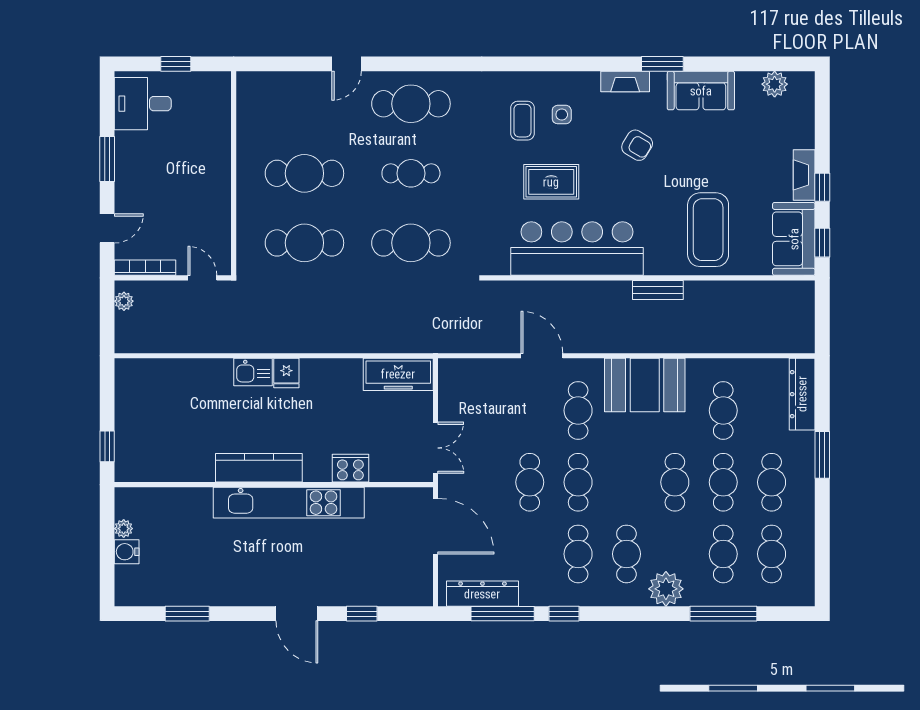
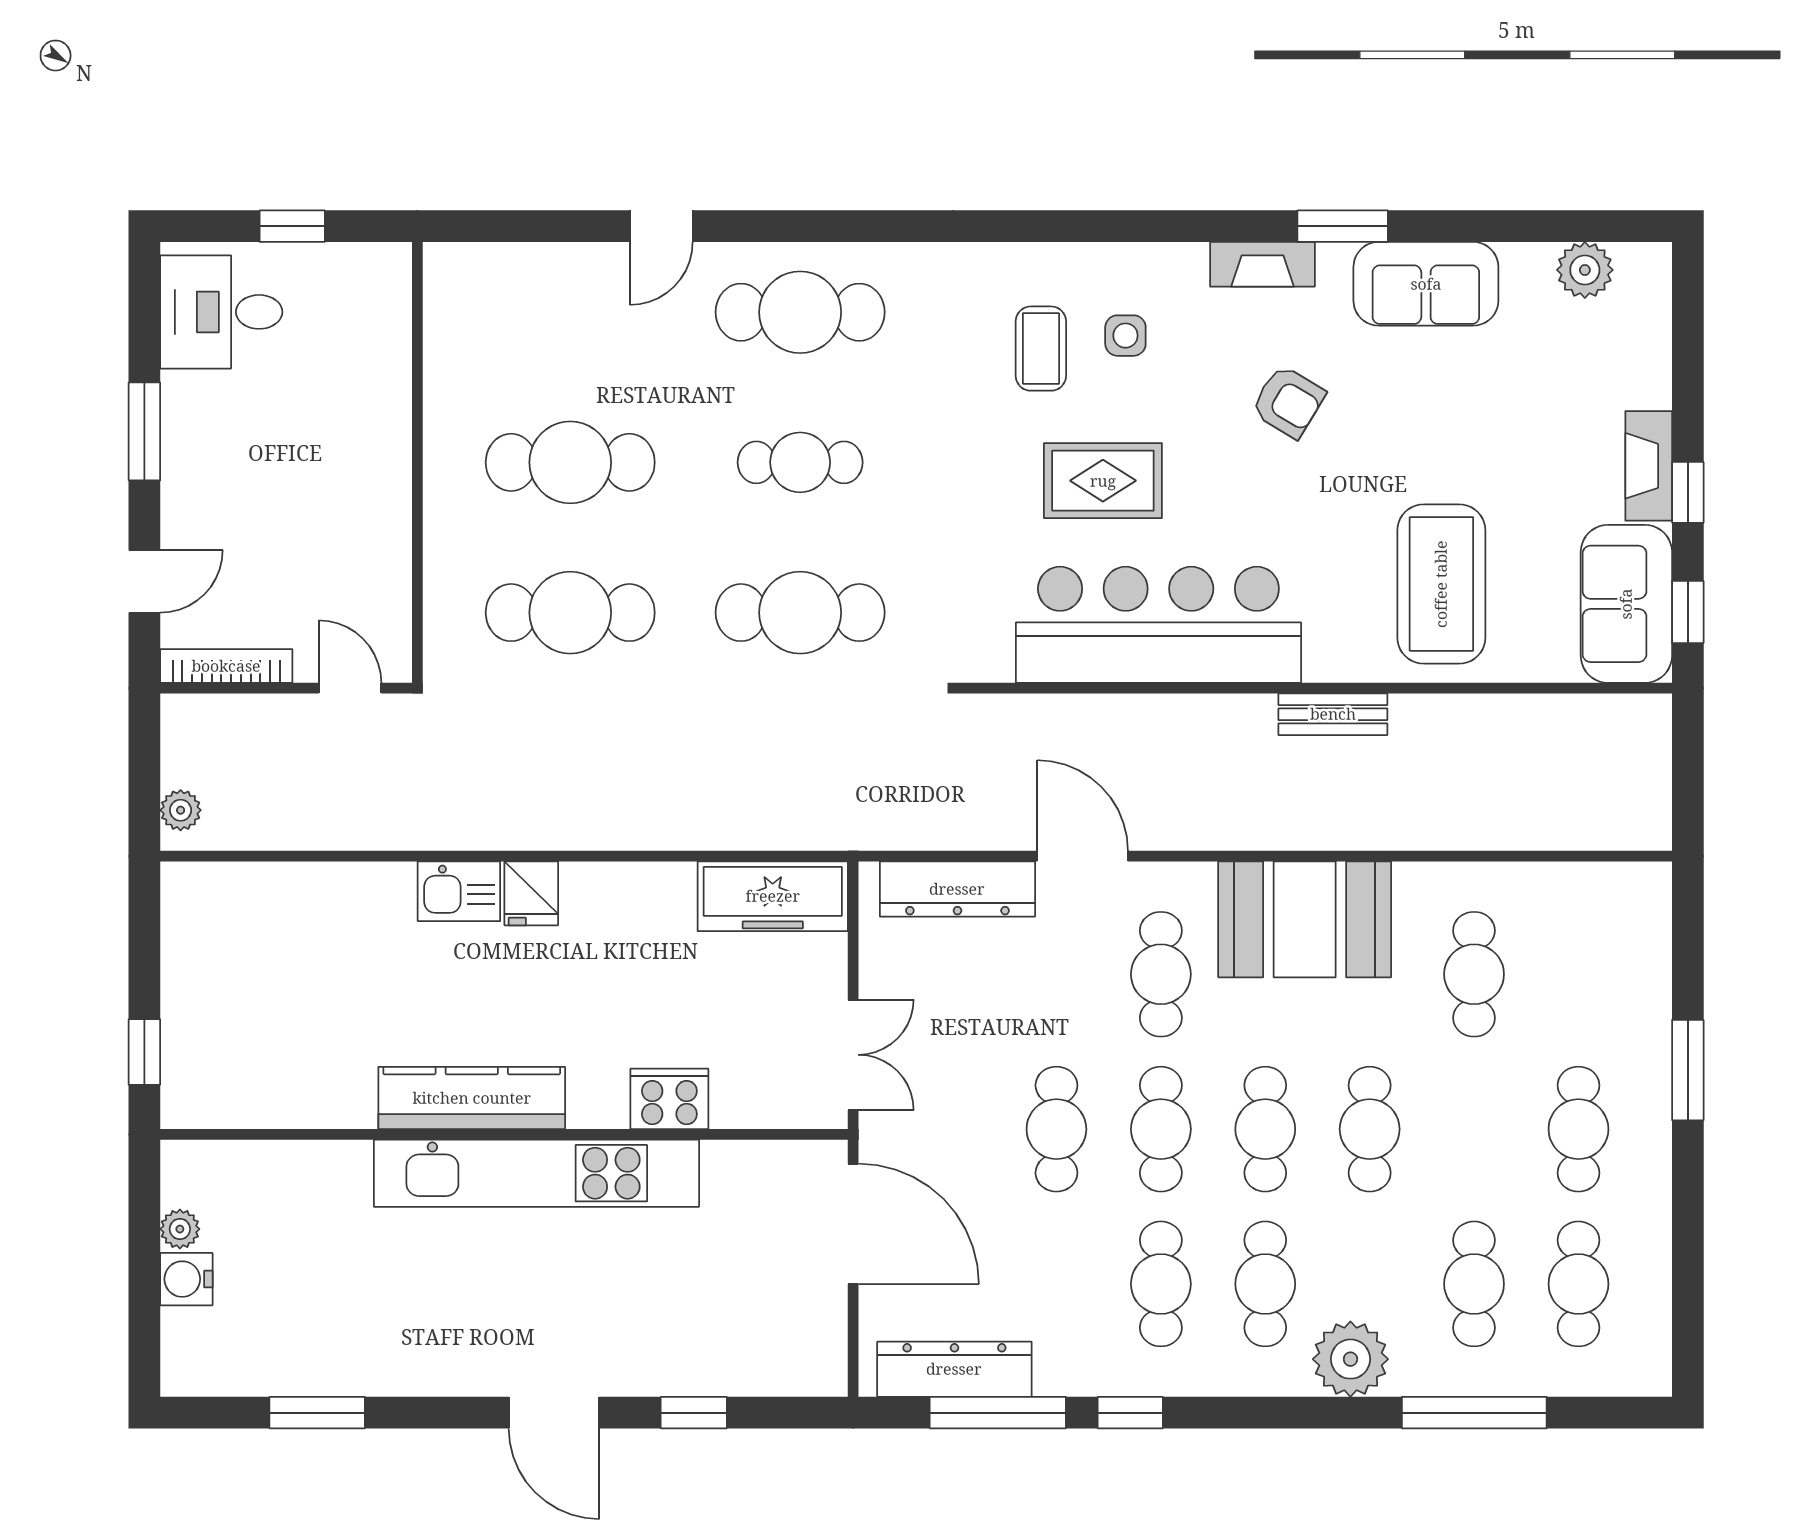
plant: (124, 301) -> (181, 810), moved
dresser: (802, 394) -> (957, 889), moved, turned -90
cafe table: (723, 482) -> (1265, 1129), moved

